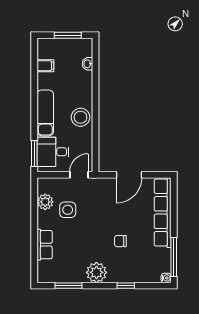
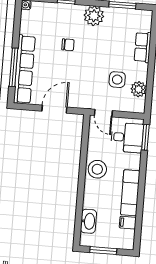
washbasin: (88, 64) -> (88, 221), width x1.91, depth x1.45
exam couch: (45, 113) -> (130, 193), moved
door: (79, 175) -> (103, 113), hinge flipped
window: (174, 257) -> (14, 67), moved

